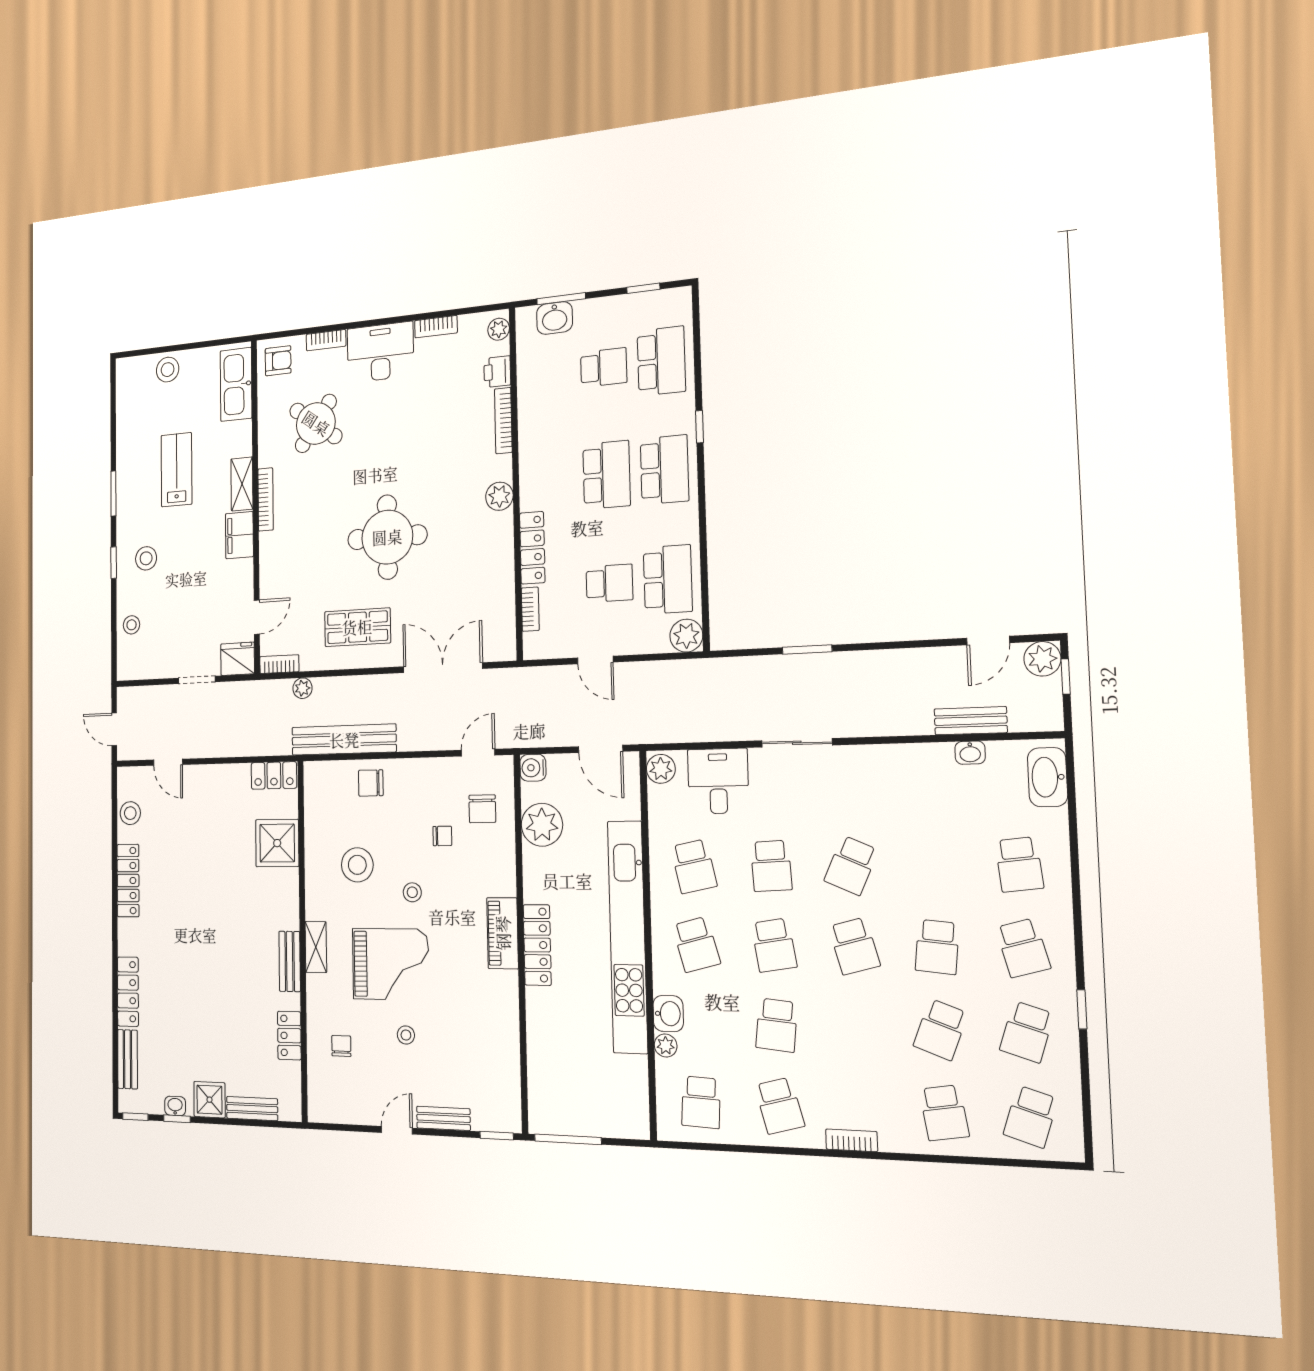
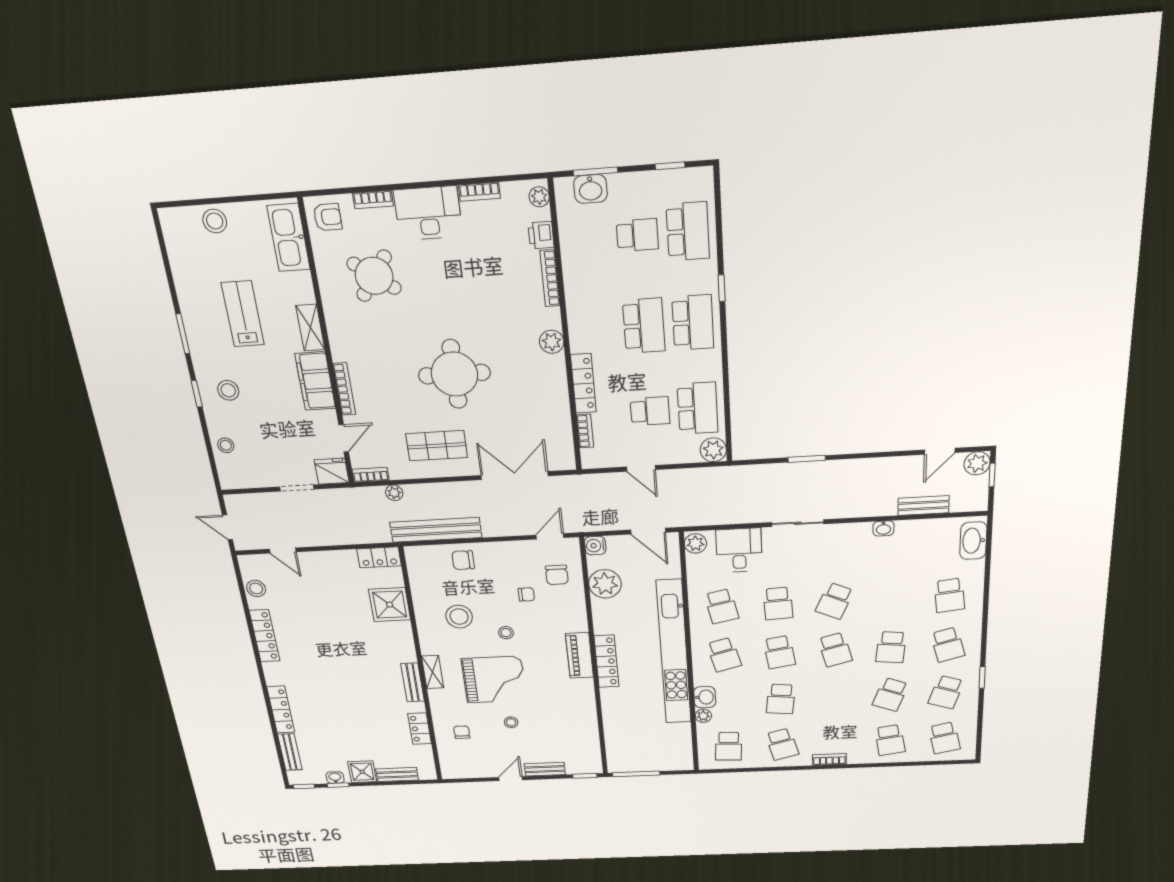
bookcase: (266, 499) -> (344, 389), moved
filing cabinet: (239, 535) -> (315, 381), width x1.50, depth x1.17
washbasin: (970, 753) -> (883, 528), moved
school desk: (1031, 1117) -> (944, 738), turned -30

